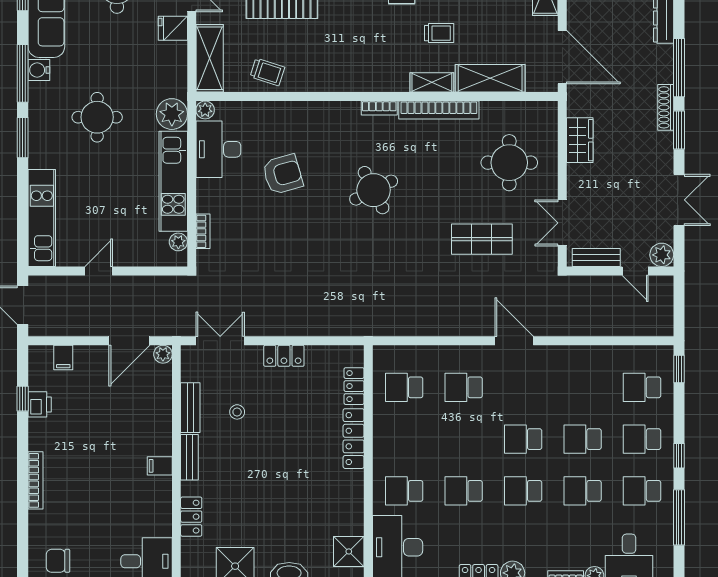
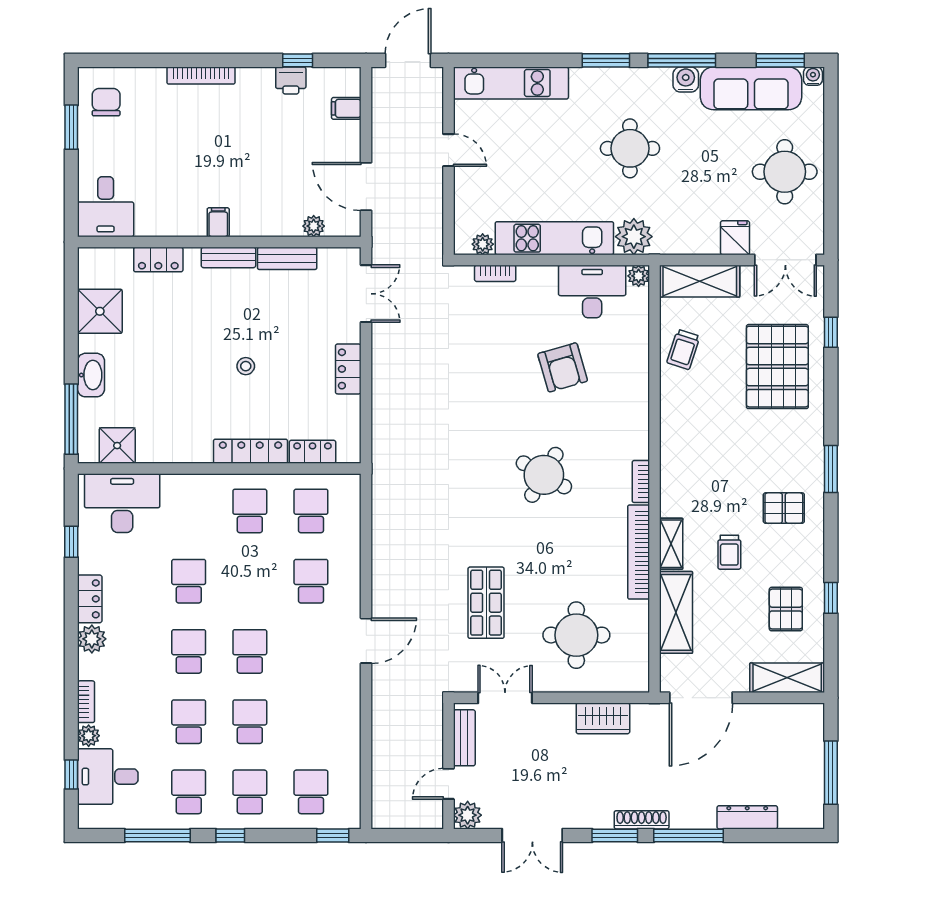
round table: (374, 190) -> (544, 475), turned -33
plant: (163, 354) -> (314, 226), moved
stool: (237, 412) -> (246, 366), moved
school desk: (404, 491) -> (250, 511), moved

